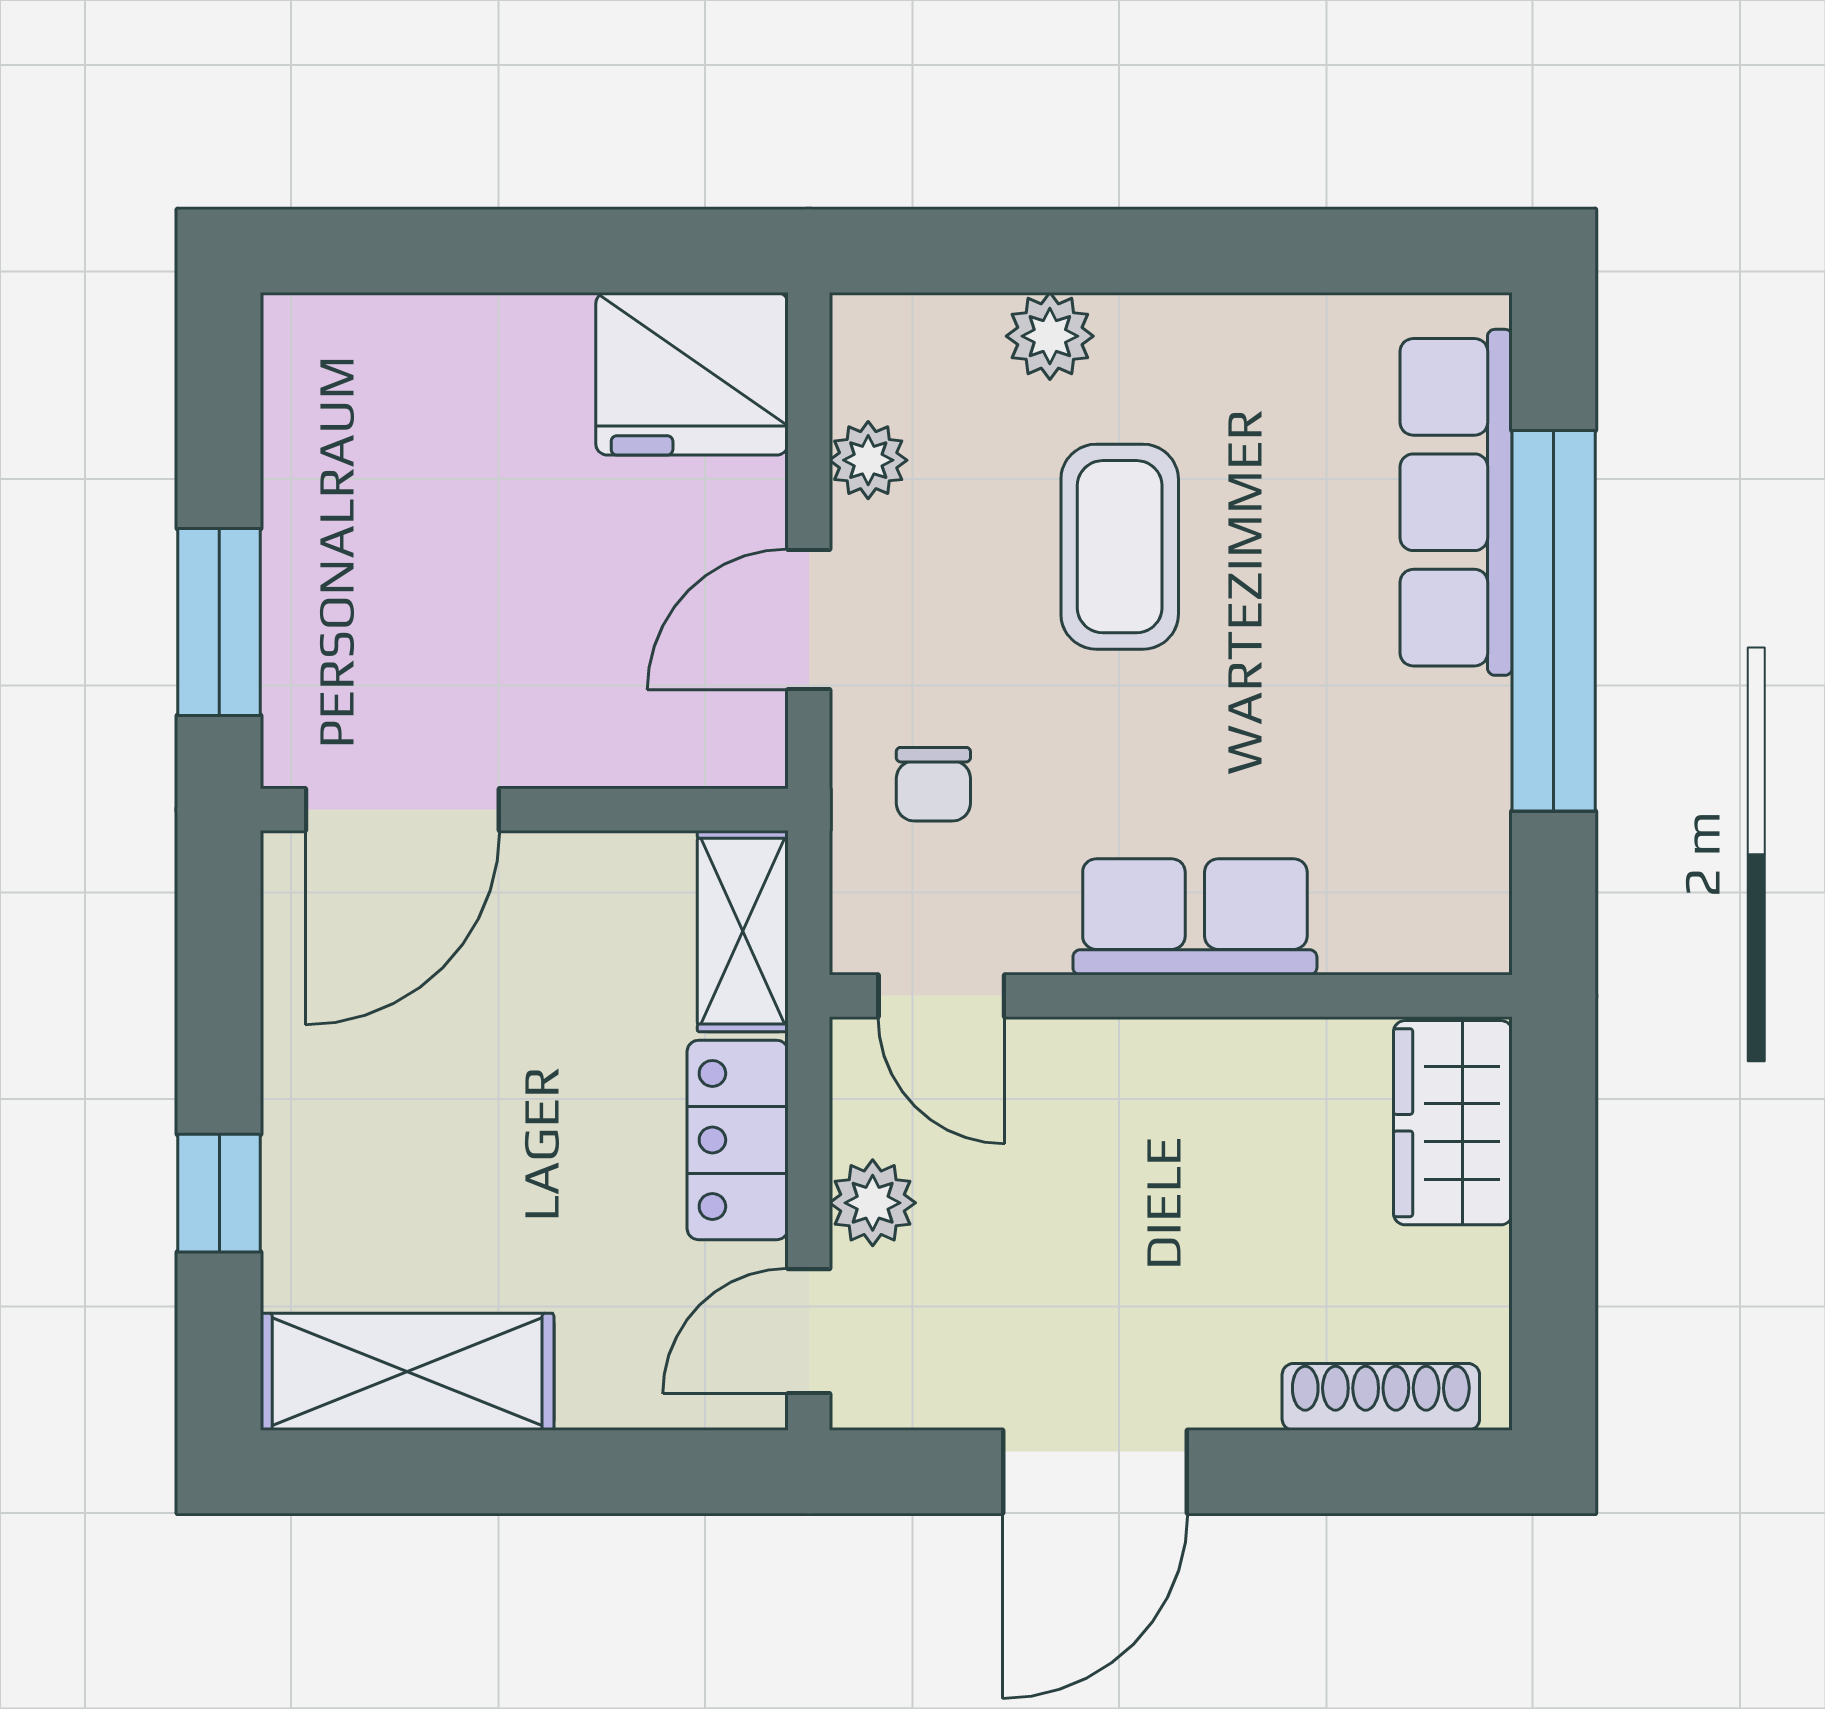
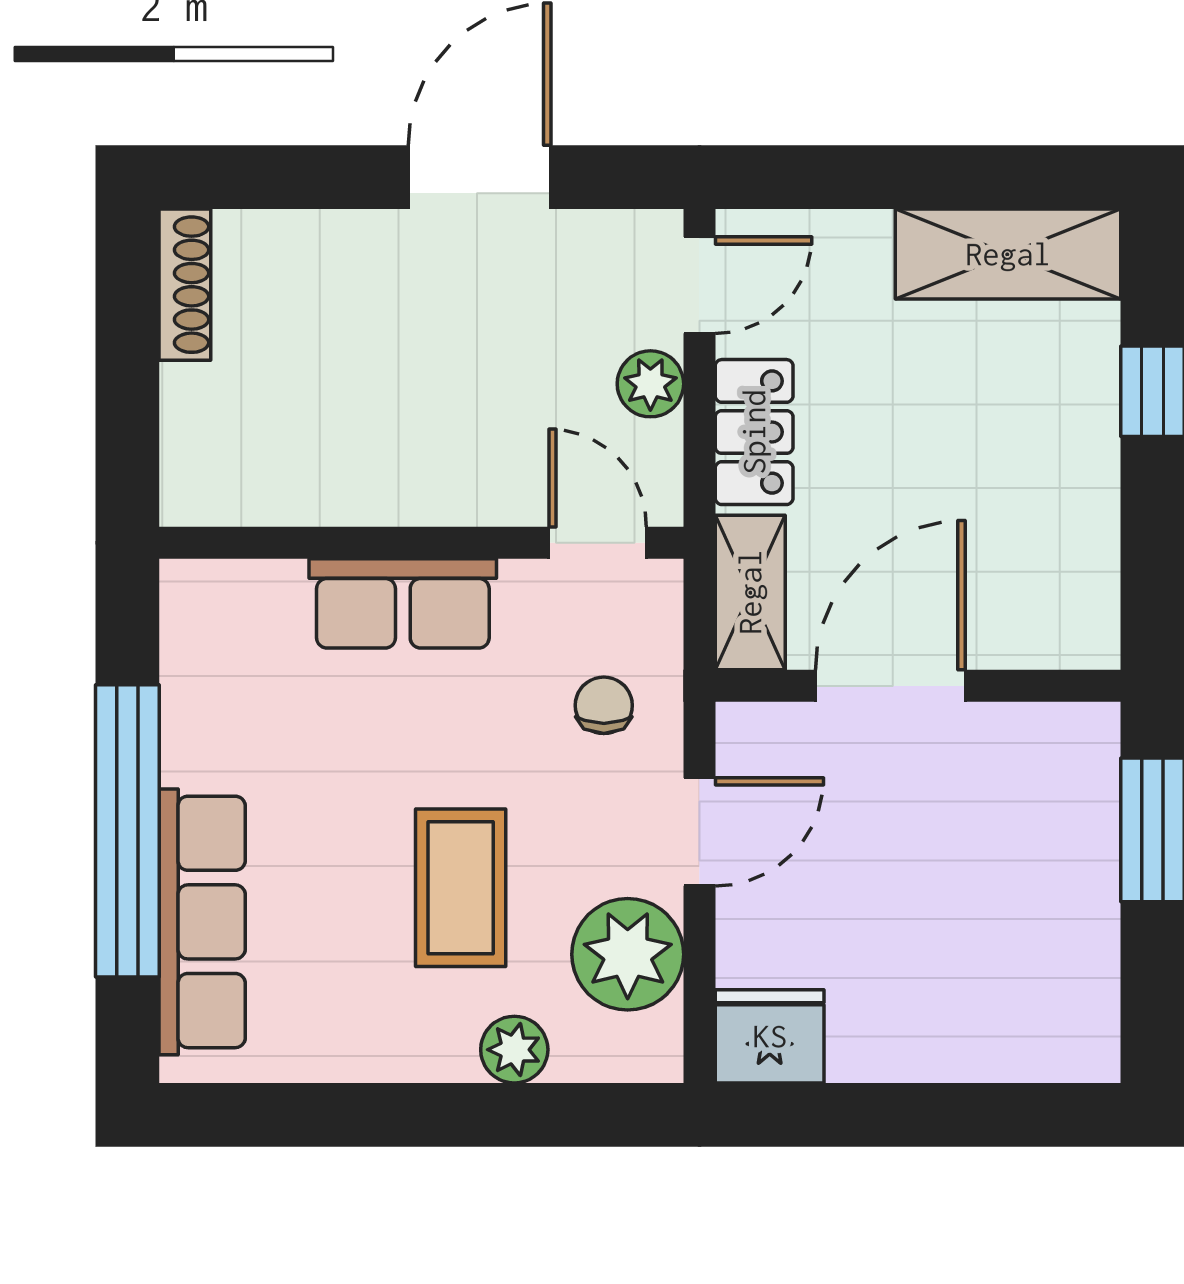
fridge: (692, 374) -> (770, 1036), width x0.73, depth x0.75
plant: (868, 460) -> (628, 954), width x1.87, depth x1.87
door: (402, 810) -> (890, 686), moved
wardrobe: (1453, 1123) -> (205, 445), removed
shoe rack: (1381, 1397) -> (185, 285), moved, turned -90

